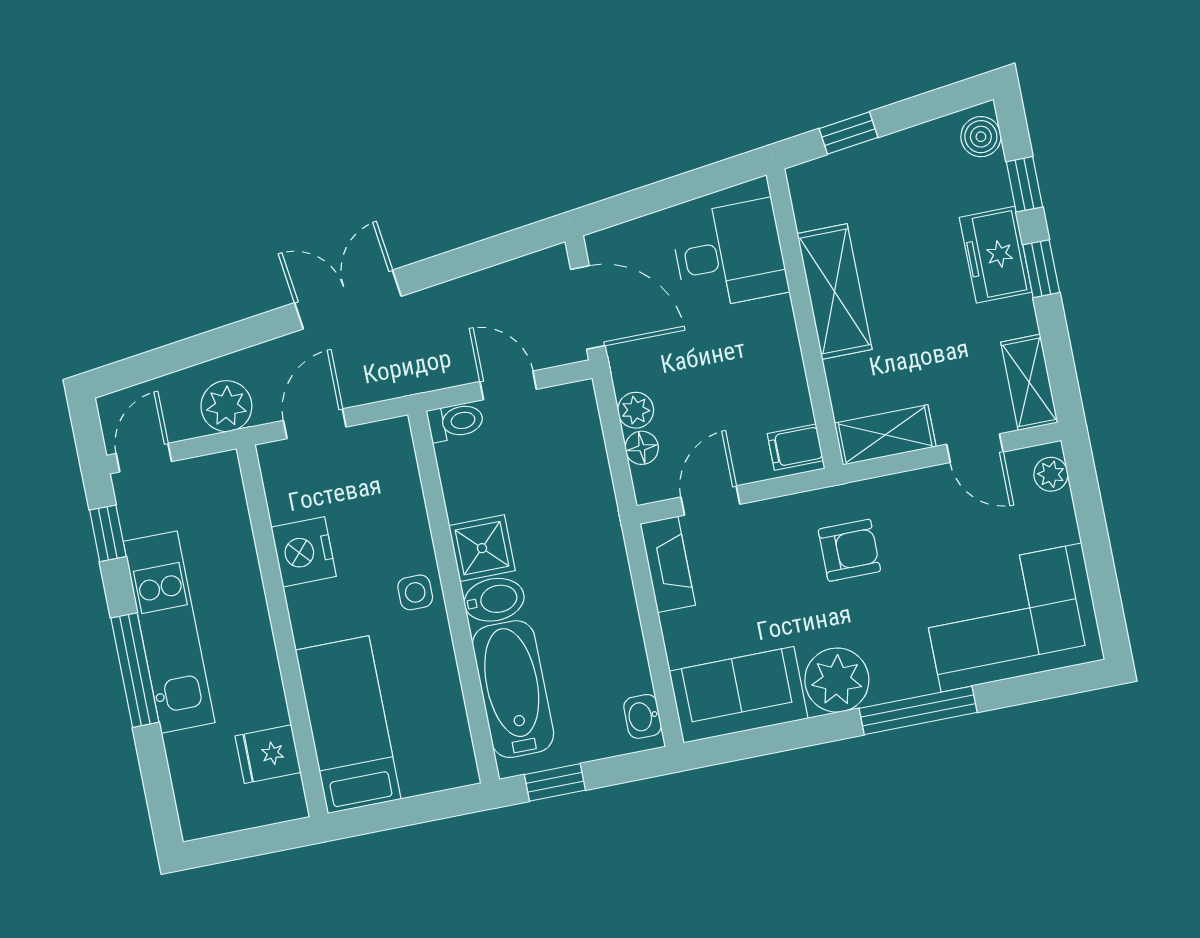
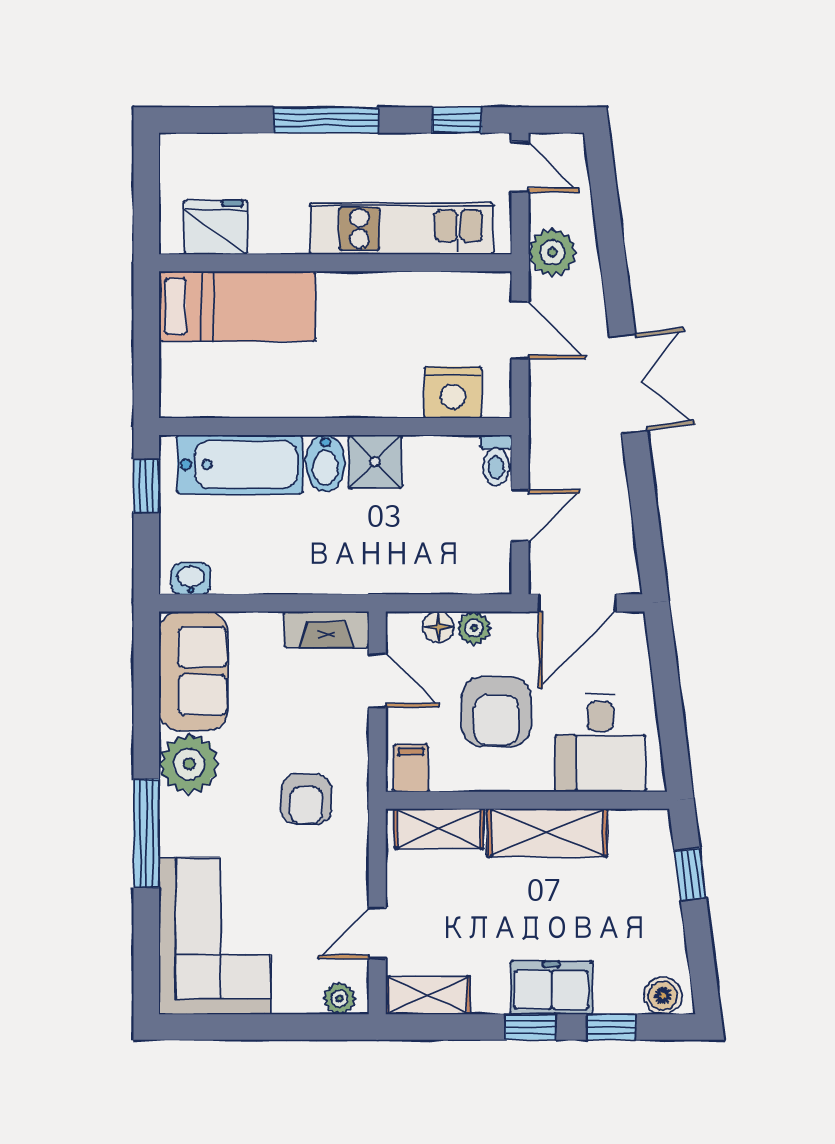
armchair: (718, 370) -> (496, 712), added
shelving: (885, 435) -> (439, 829), moved, turned 90
nightstand: (304, 552) -> (453, 392), moved, turned 180
side table: (415, 592) -> (347, 392), removed
kitchen unit: (169, 632) -> (402, 228), moved, turned 180
fridge: (268, 754) -> (216, 227), width x1.38

